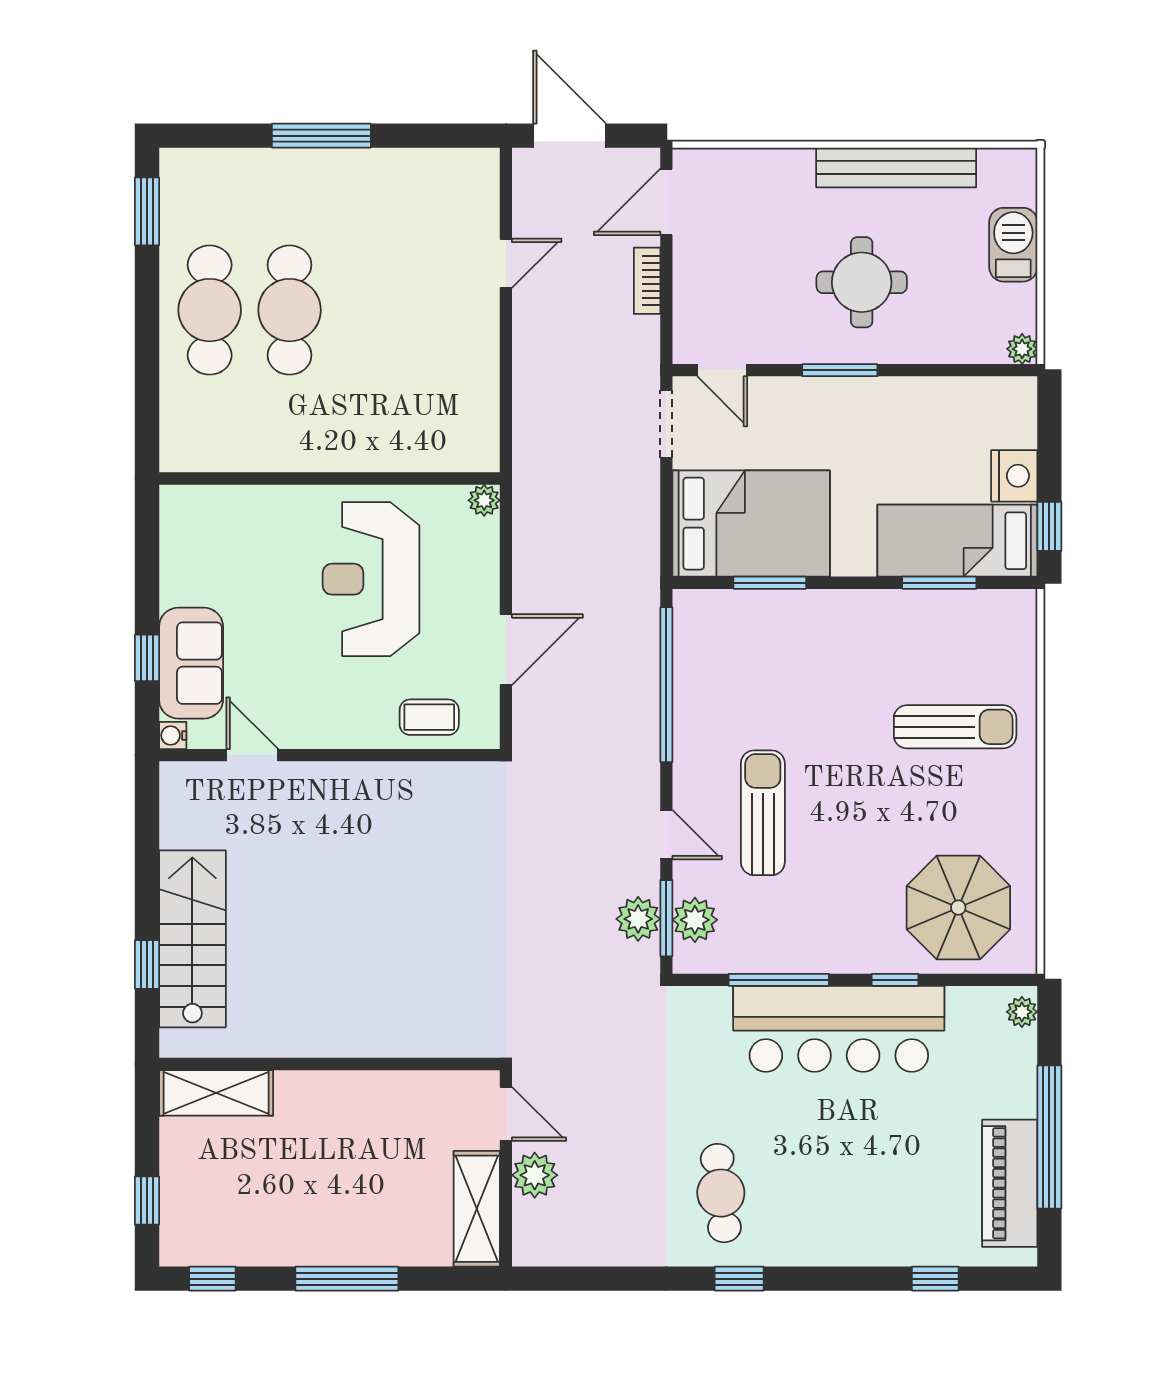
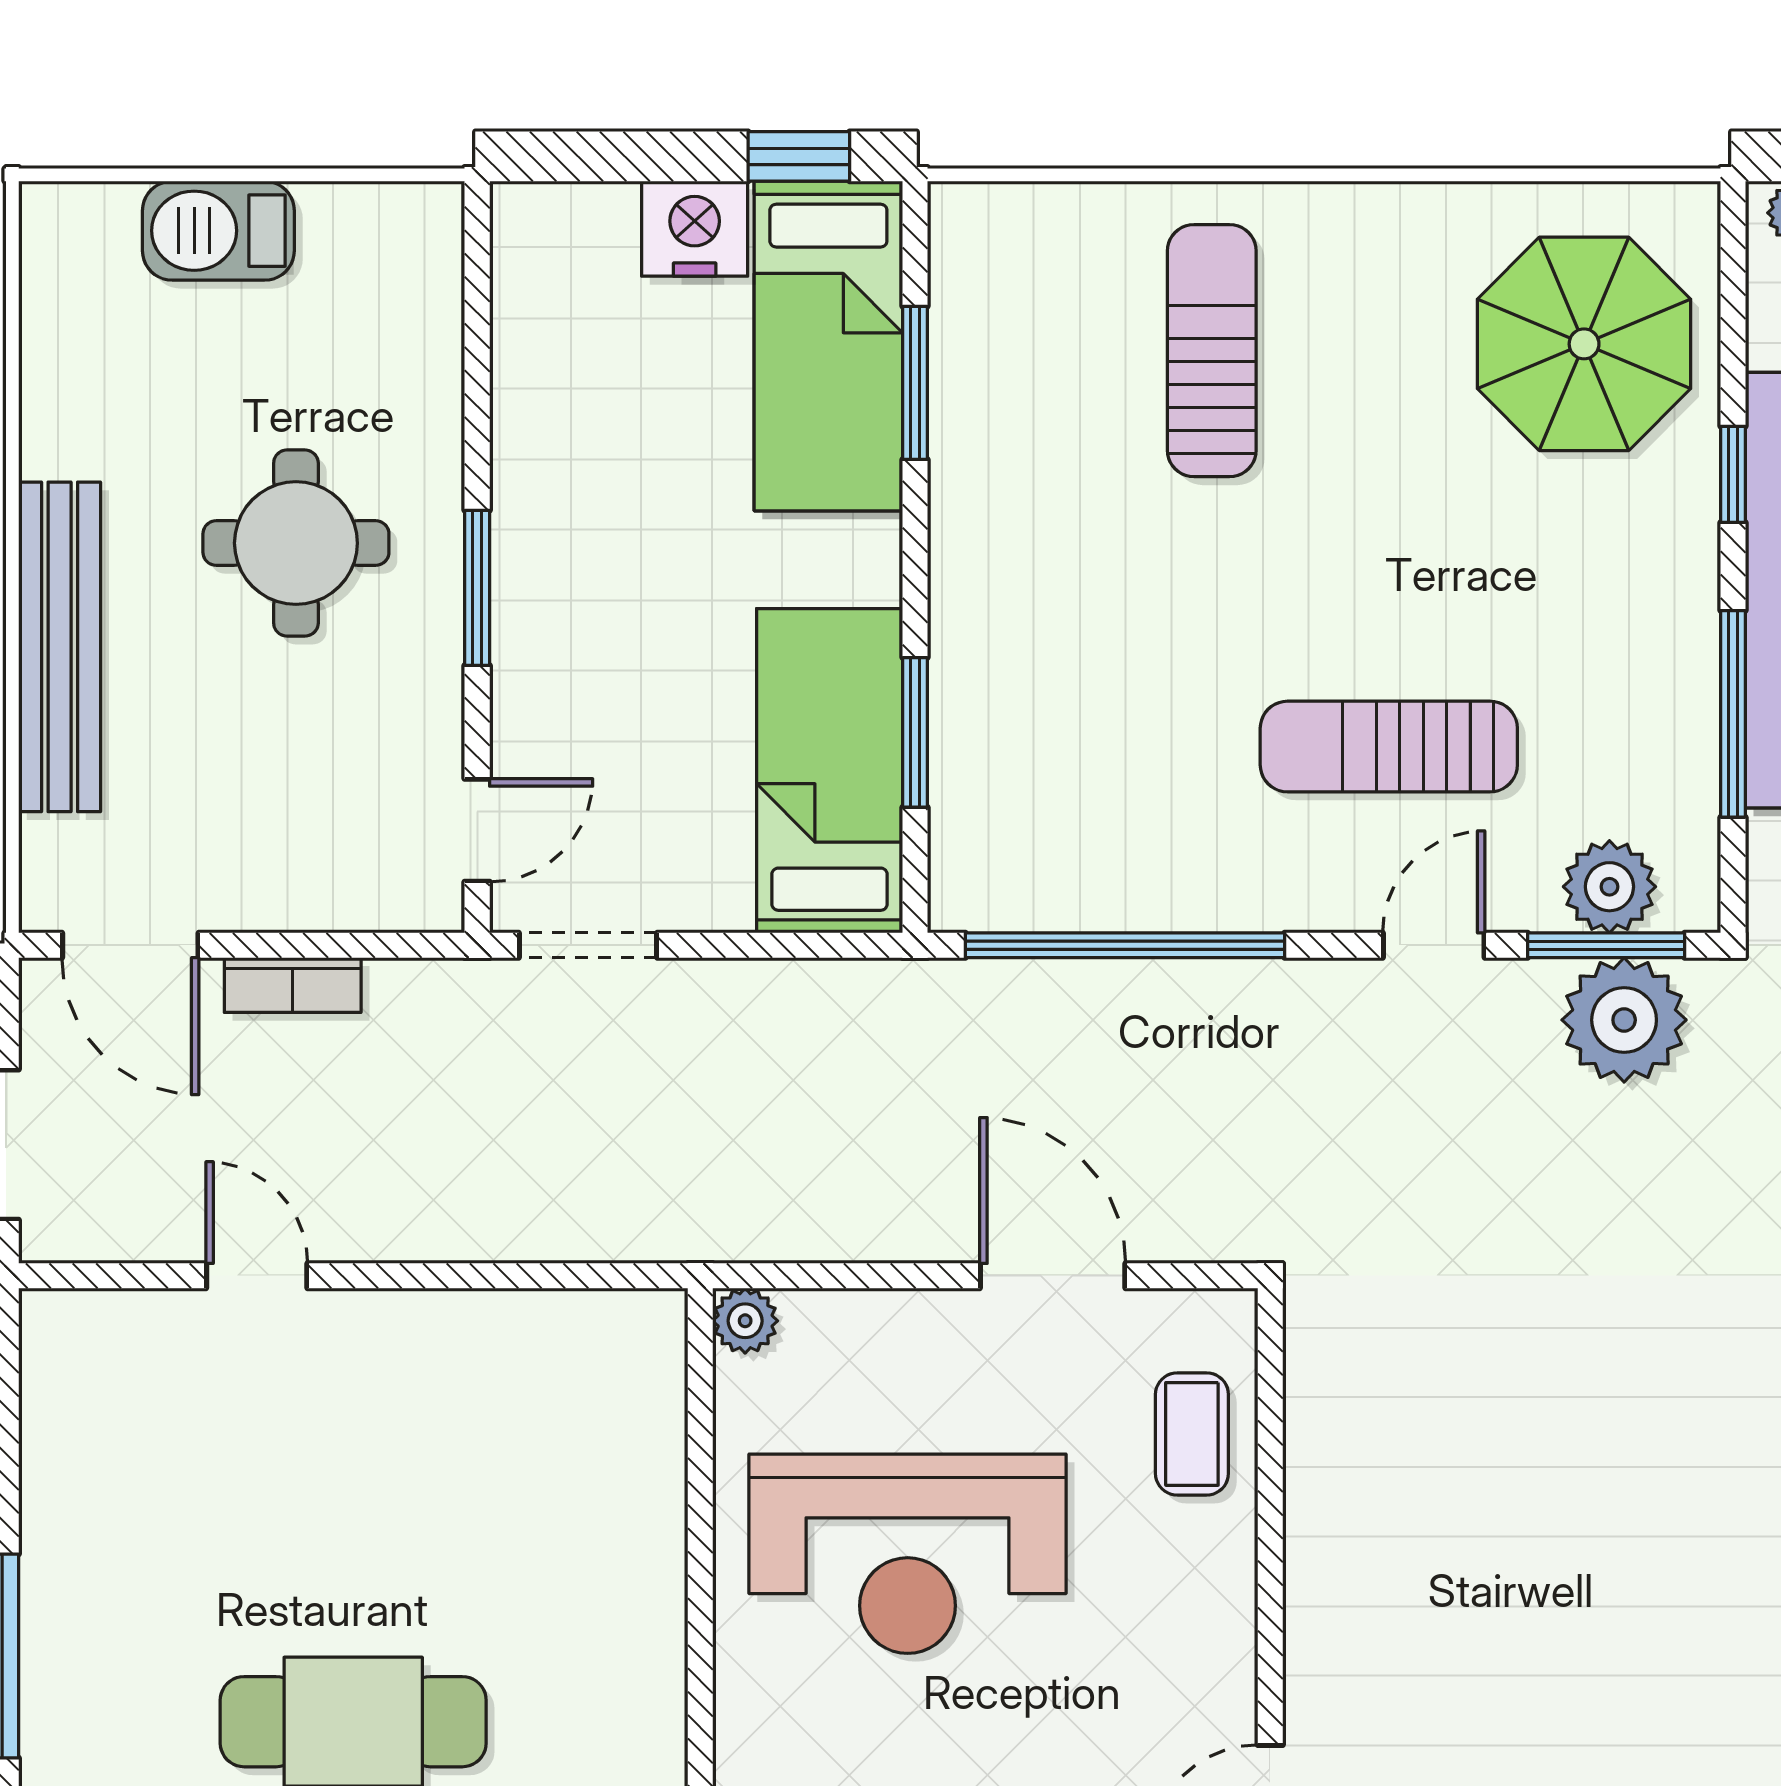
bench: (896, 168) -> (60, 647), moved
plant: (1022, 349) -> (433, 213), removed
bed: (751, 524) -> (830, 771), width x0.67
plant: (638, 919) -> (1624, 1020), width x1.36, depth x1.36

